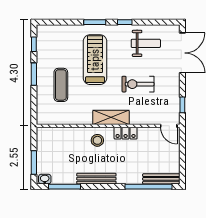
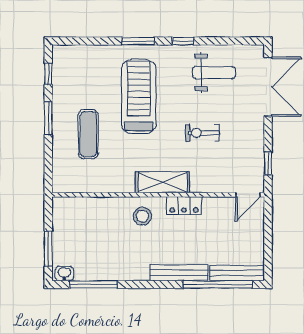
exercise bike: (138, 84) -> (202, 133), width x0.73, depth x0.72
door: (169, 126) -> (248, 195), hinge flipped
bench: (96, 179) -> (179, 273), moved

